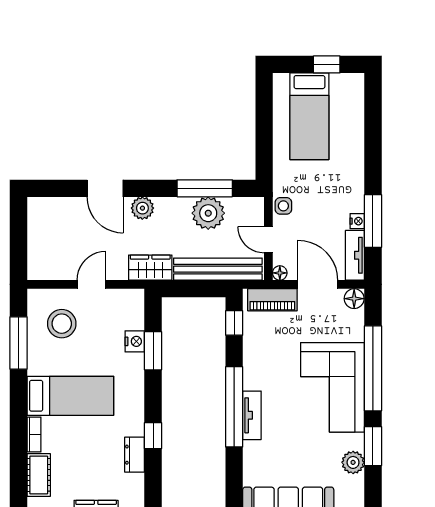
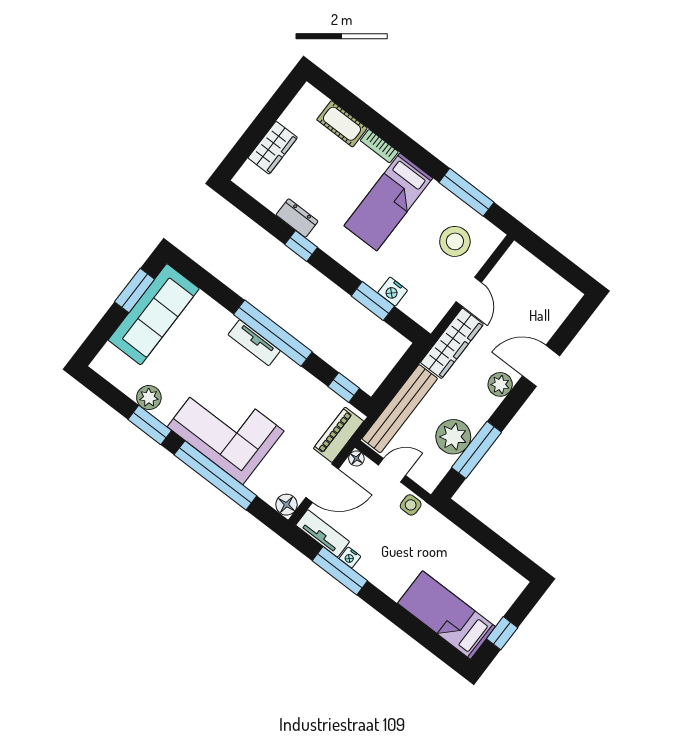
bed: (309, 116) -> (446, 615), moved
wardrobe: (150, 268) -> (452, 343), width x1.50

